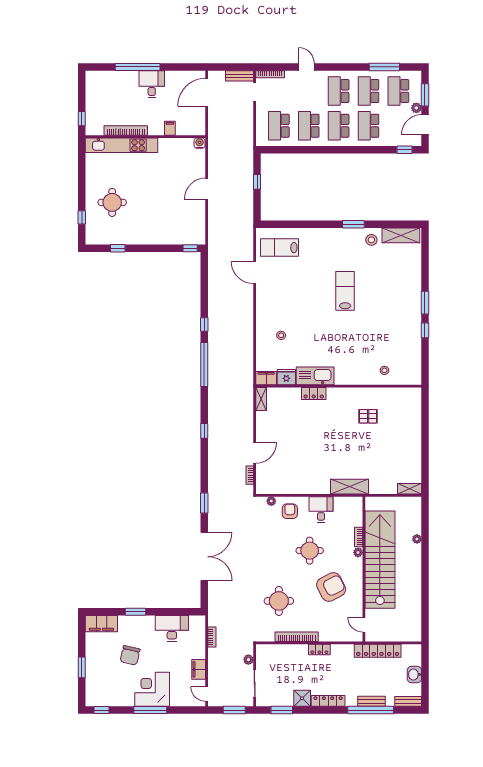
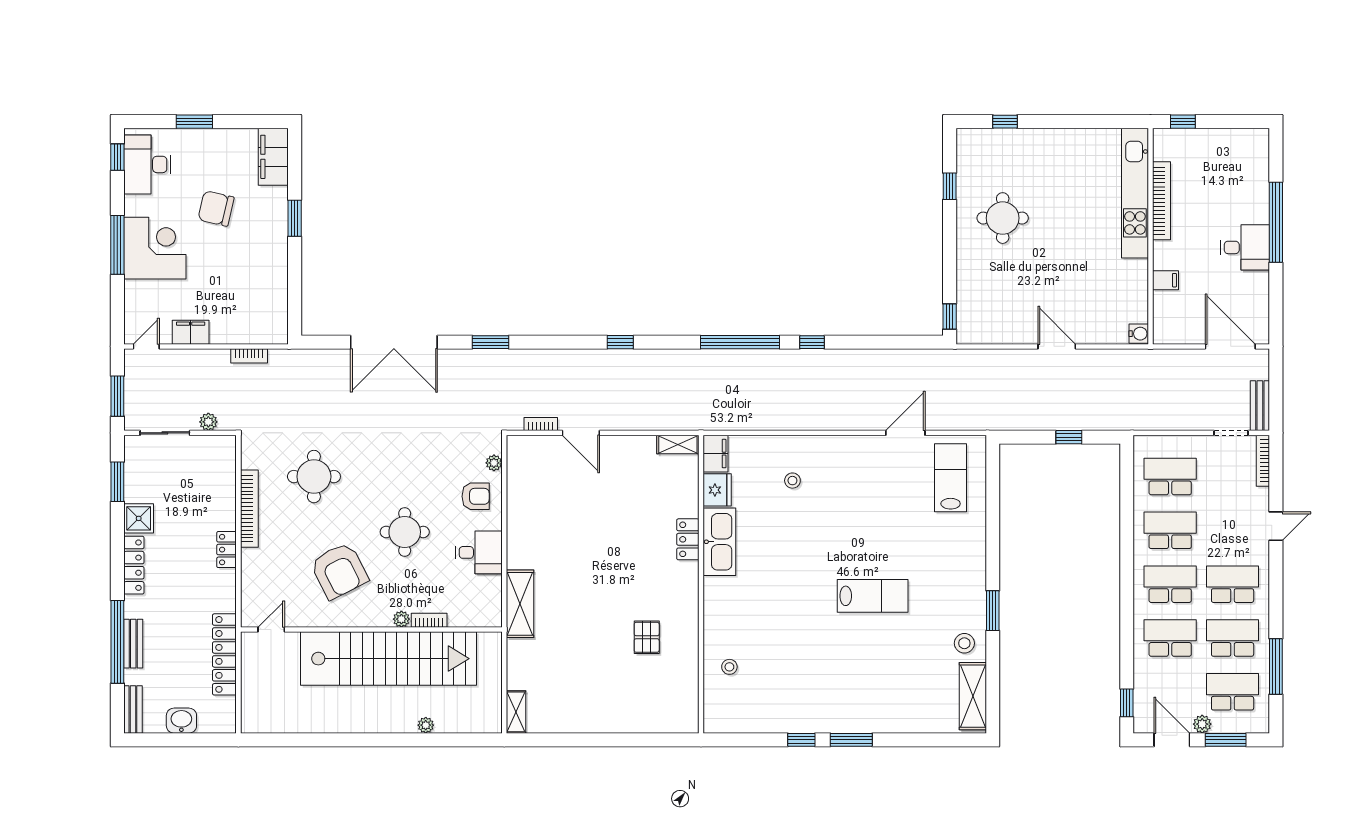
round table: (112, 202) -> (1003, 218), moved
desk: (172, 628) -> (147, 164), moved, turned 180

